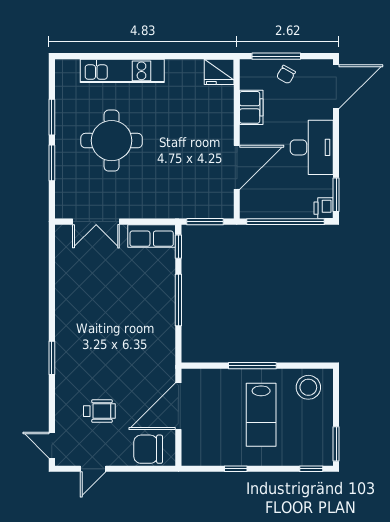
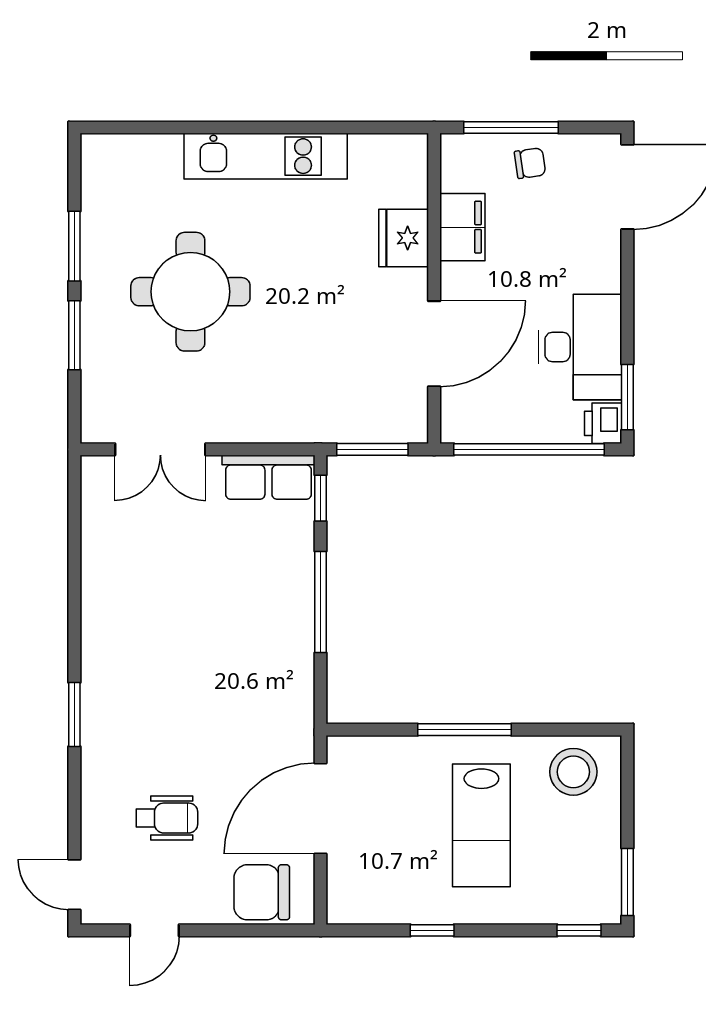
kitchen unit: (122, 71) -> (266, 156), moved
fridge: (219, 72) -> (404, 238), moved, turned 90
chair: (286, 74) -> (530, 163), turned -127
desk: (312, 147) -> (580, 347), moved

